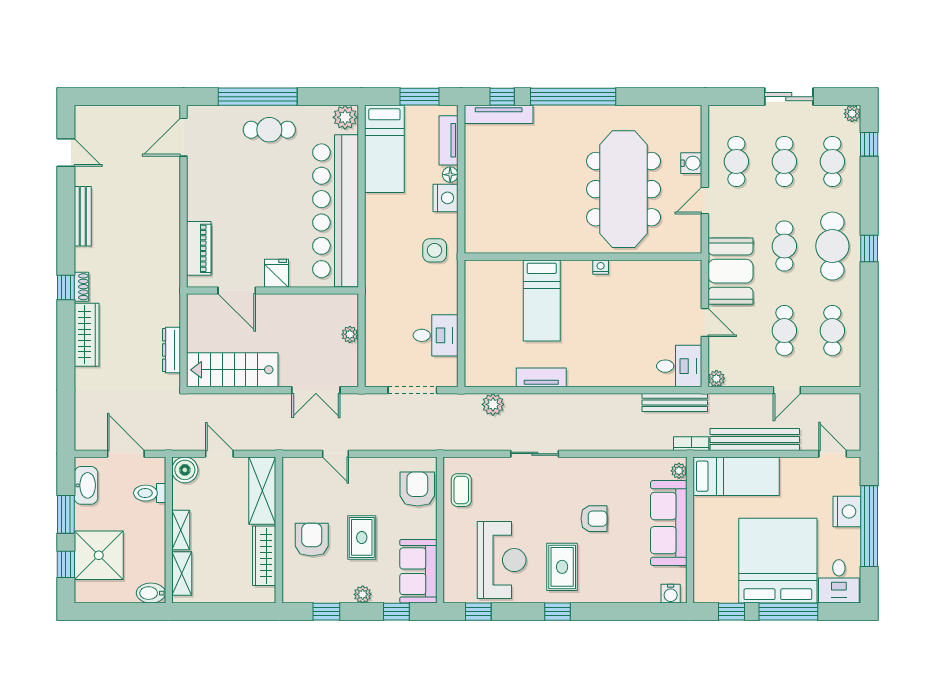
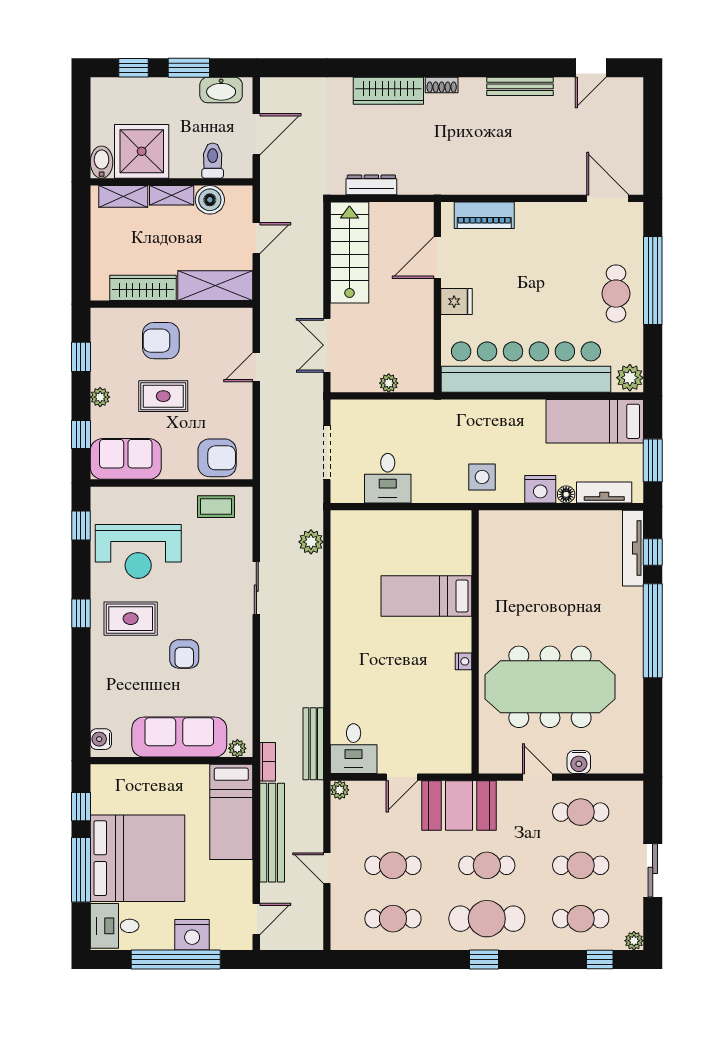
window: (66, 288) -> (441, 68), removed
tv unit: (541, 377) -> (341, 595), removed
boiler: (185, 470) -> (210, 200), moved
armchair: (312, 540) -> (161, 341), turned 180
shower: (99, 555) -> (142, 151), moved

